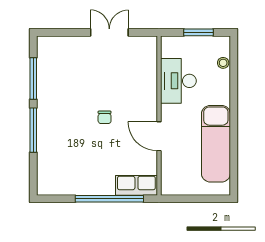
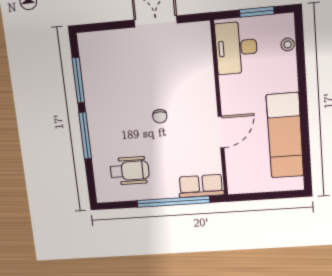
desk: (178, 81) -> (236, 48), moved
door: (159, 136) -> (221, 132), swing flipped
wheelchair: (71, 166) -> (130, 171), added

